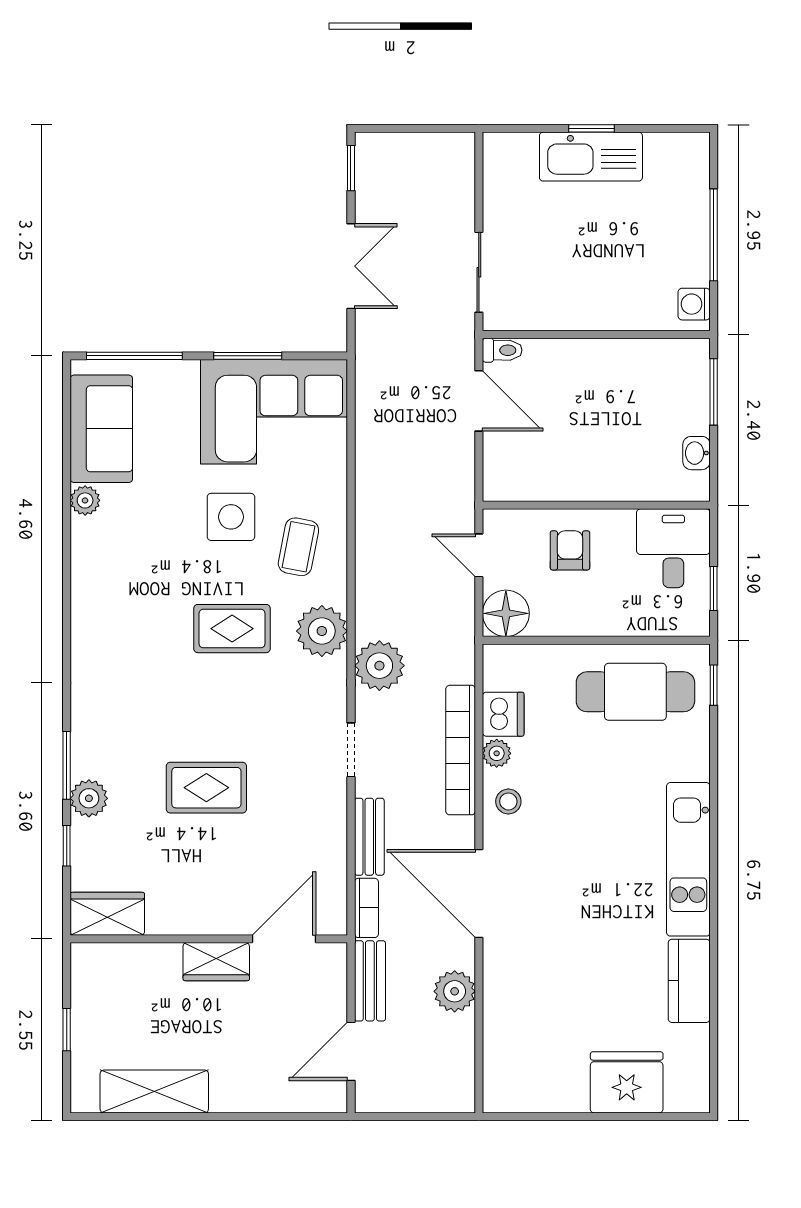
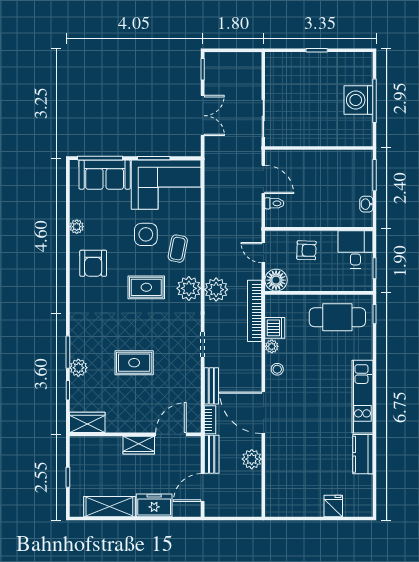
kitchen sink: (591, 157) -> (316, 64), removed
washing machine: (694, 304) -> (358, 100), moved, width x1.89, depth x1.89
toilet: (502, 350) -> (274, 203), moved
sofa: (101, 429) -> (105, 175), moved, turned 90
armchair: (570, 550) -> (306, 250), turned 92
armchair: (120, 578) -> (93, 263), added
plant: (379, 666) -> (216, 290), moved
bookcase: (461, 750) -> (255, 311), moved
fridge: (627, 1082) -> (333, 506), width x0.53, depth x0.75
freezer: (249, 1089) -> (154, 505), added

